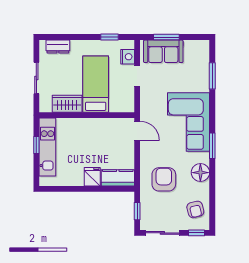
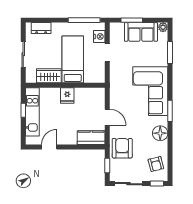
window: (109, 37) -> (84, 20), width x2.17
plant: (204, 46) -> (163, 27), added
sofa: (163, 51) -> (141, 32), moved
door: (137, 131) -> (107, 117), moved
fridge: (92, 177) -> (67, 95), moved, turned 180
armchair: (164, 179) -> (122, 148), moved
door: (68, 189) -> (49, 147), added

